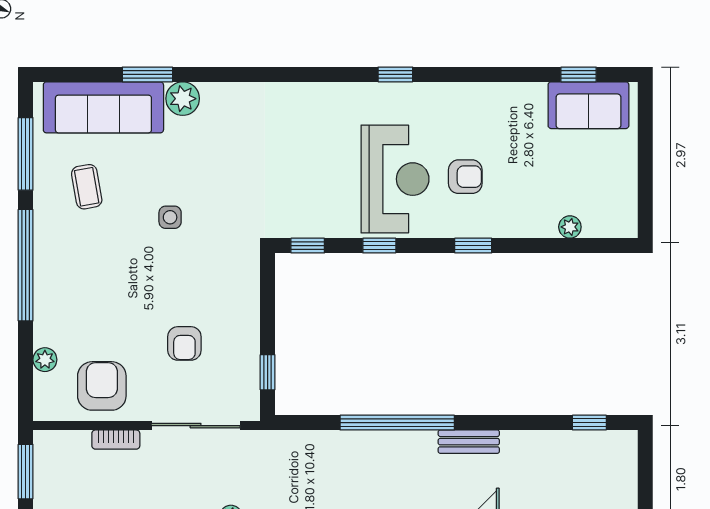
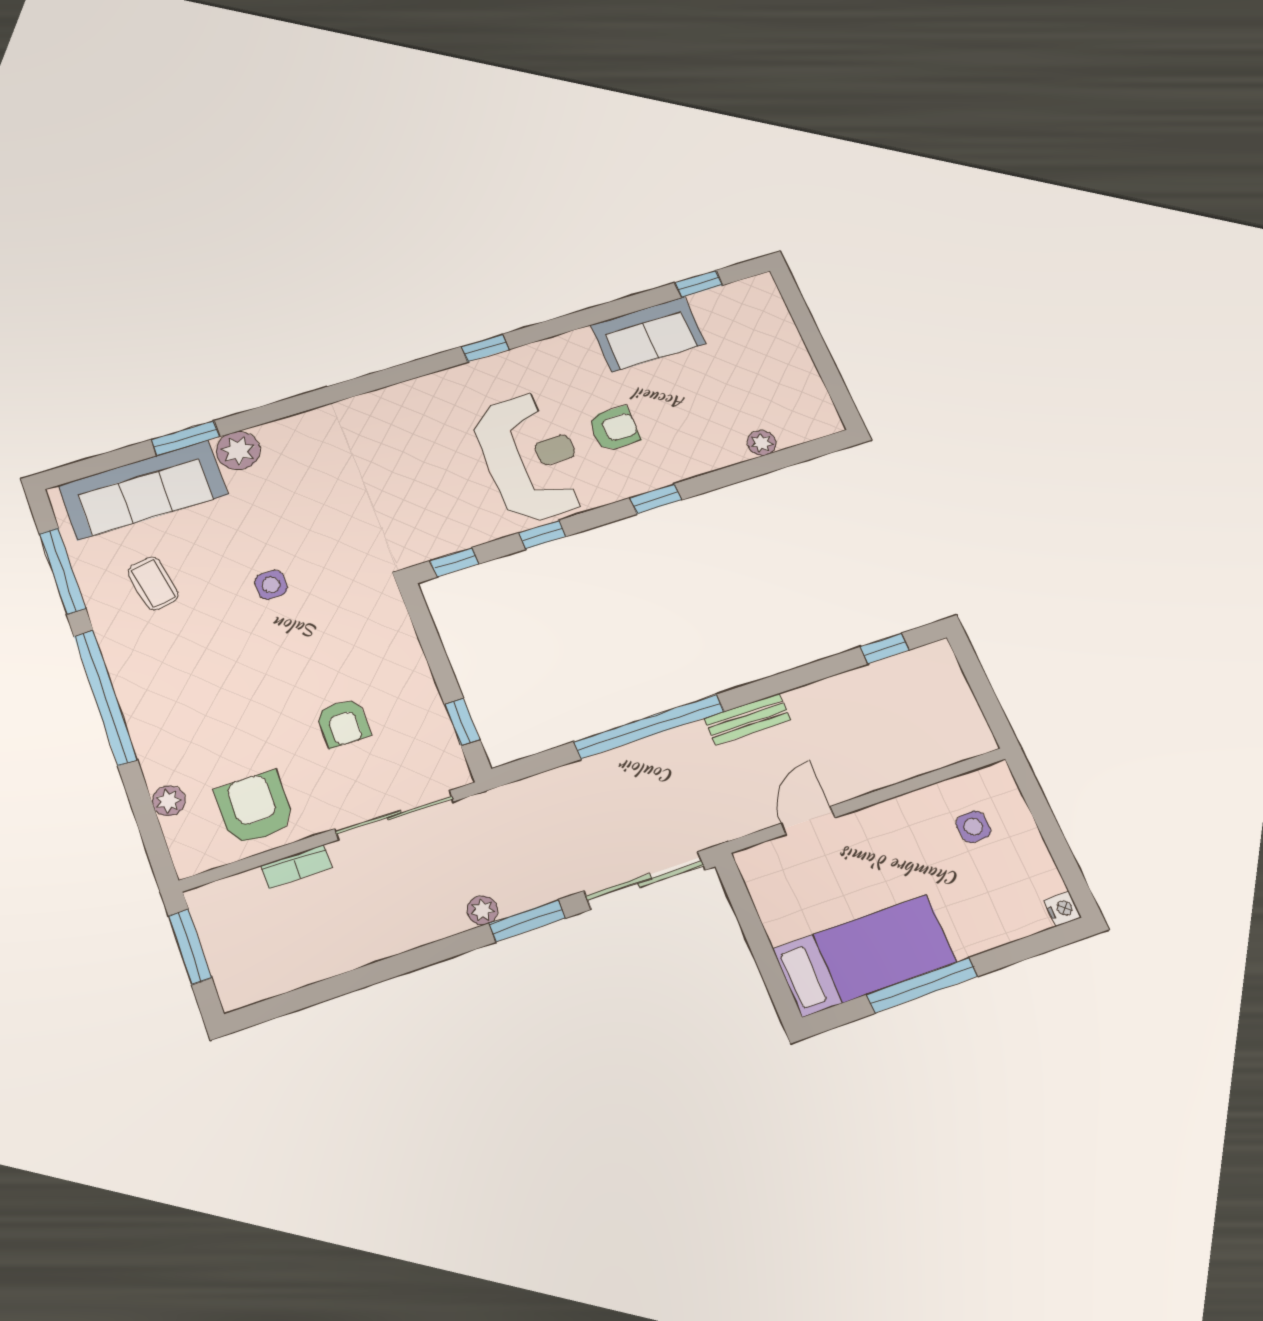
sofa: (588, 105) -> (648, 334), moved

